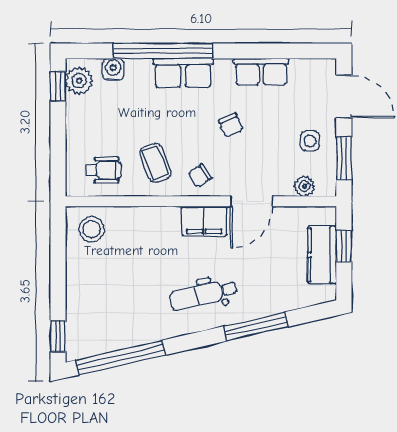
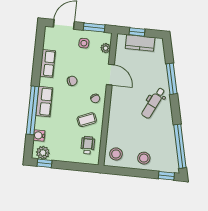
filing cabinet: (204, 221) -> (118, 99), removed
stool: (89, 287) -> (144, 158), added
dental chair: (203, 295) -> (153, 103), turned 39

